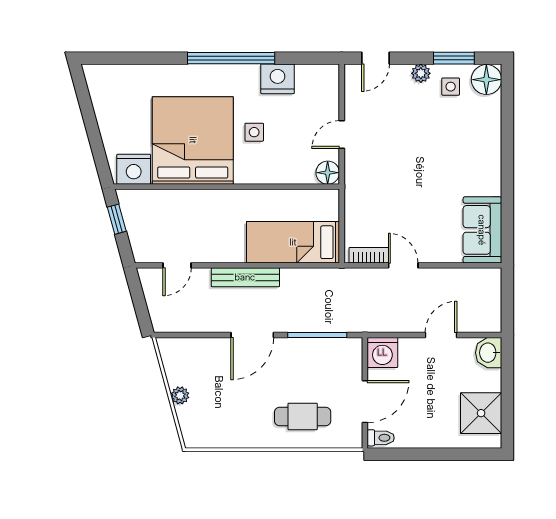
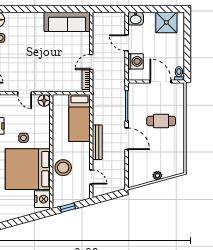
stool: (195, 210) -> (63, 168), added
sofa: (482, 230) -> (67, 22), width x1.36
washing machine: (382, 352) -> (136, 61), moved
cafe table: (303, 416) -> (161, 121), moved, turned 90

